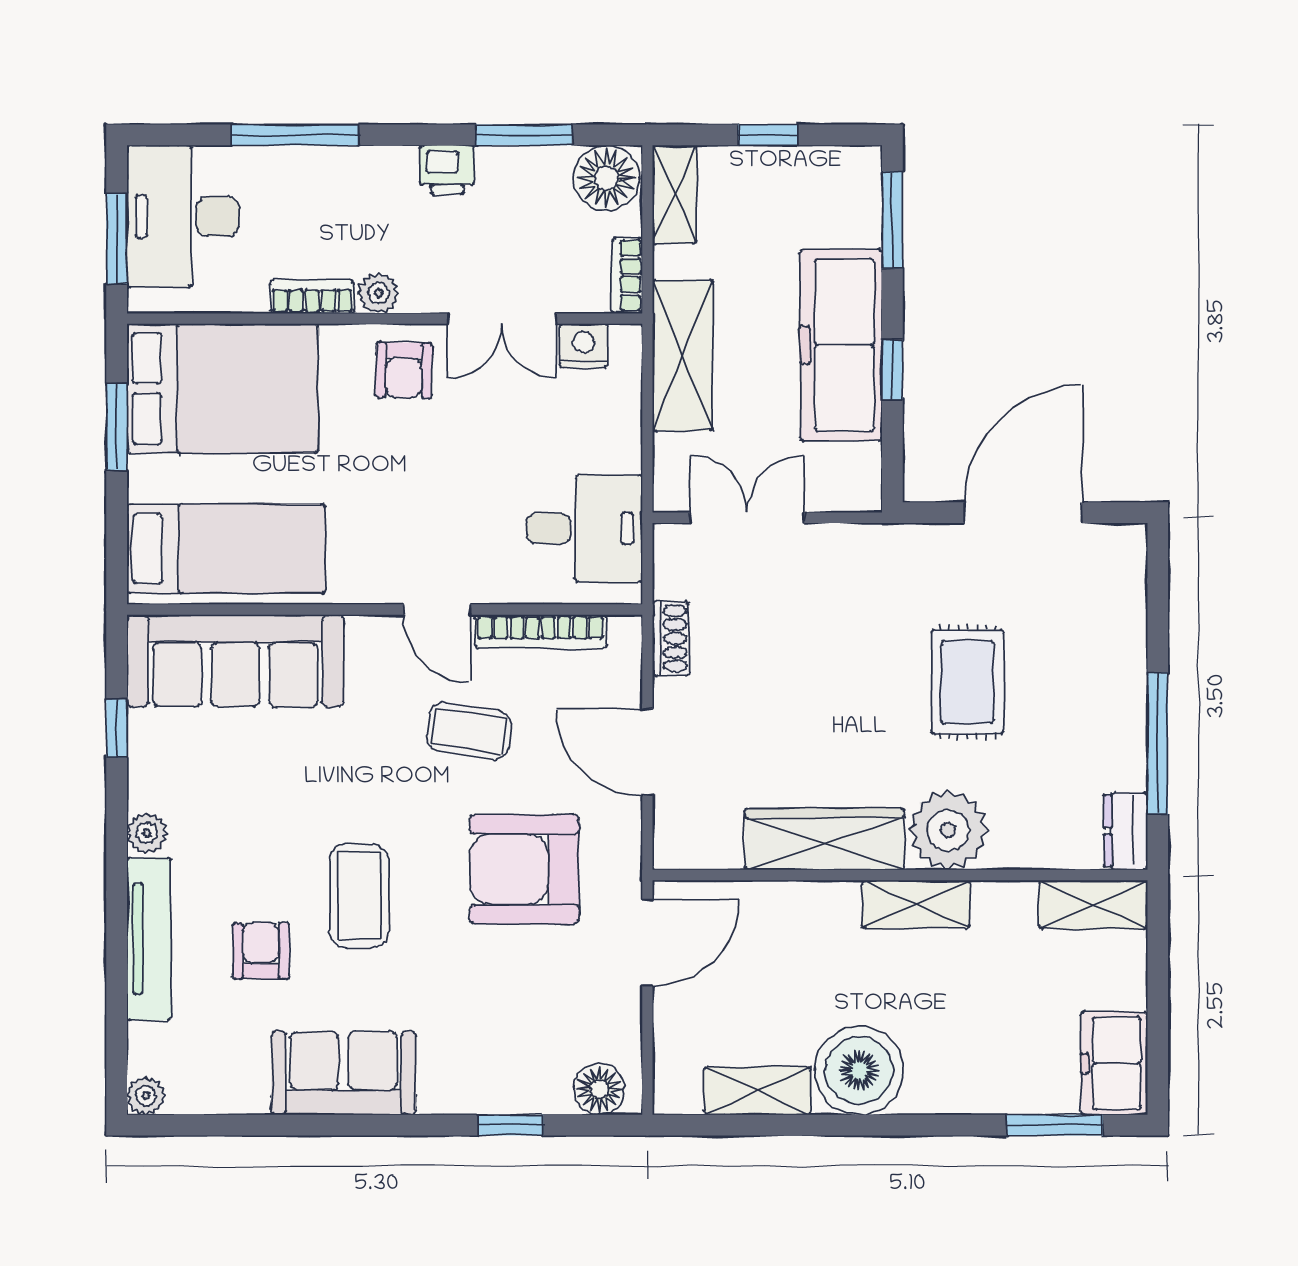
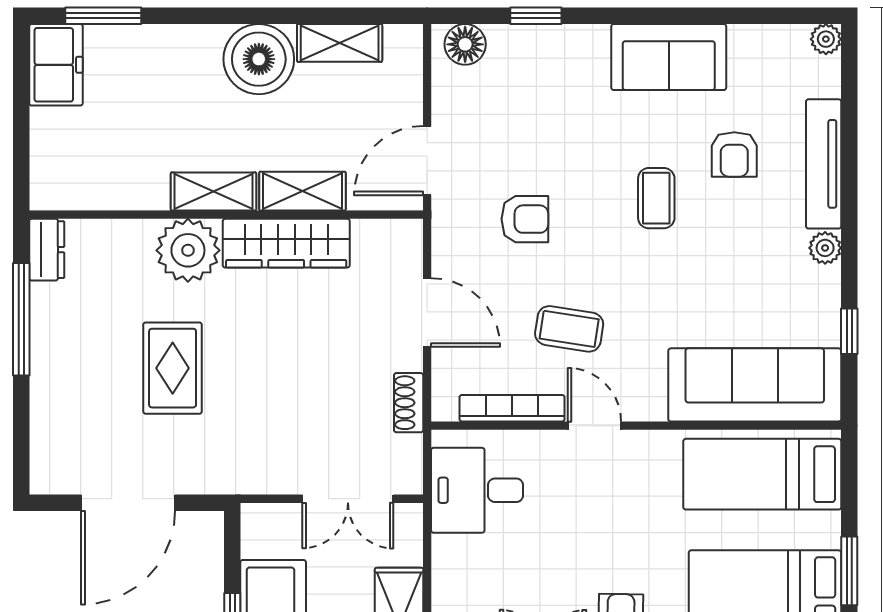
armchair: (524, 869) -> (525, 219), width x0.53, depth x0.53
coffee table: (359, 896) -> (656, 198), width x0.73, depth x0.77
shelving: (1093, 904) -> (302, 191), moved

